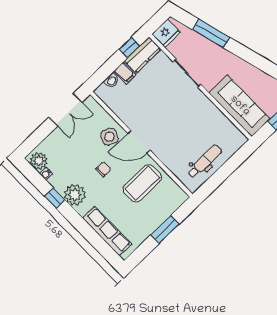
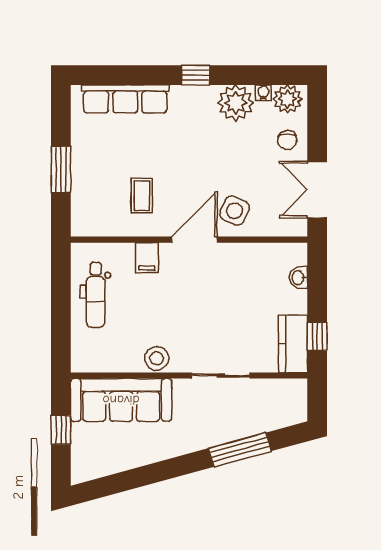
fridge: (166, 33) -> (292, 397), removed
filing cabinet: (125, 73) -> (147, 258), moved, turned -90
stool: (207, 108) -> (157, 358), added
chair: (103, 169) -> (287, 140), moved
coffee table: (142, 183) -> (142, 196), width x0.54, depth x0.58
plant: (75, 195) -> (236, 103), moved
window: (55, 198) -> (195, 75), moved

